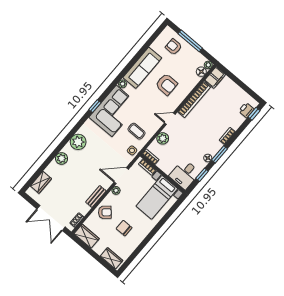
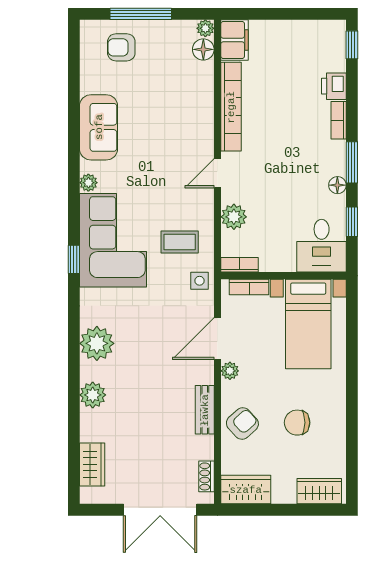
sofa: (142, 68) -> (99, 127), width x0.73
armchair: (166, 84) -> (163, 121), removed
printer: (246, 110) -> (334, 86), moved

